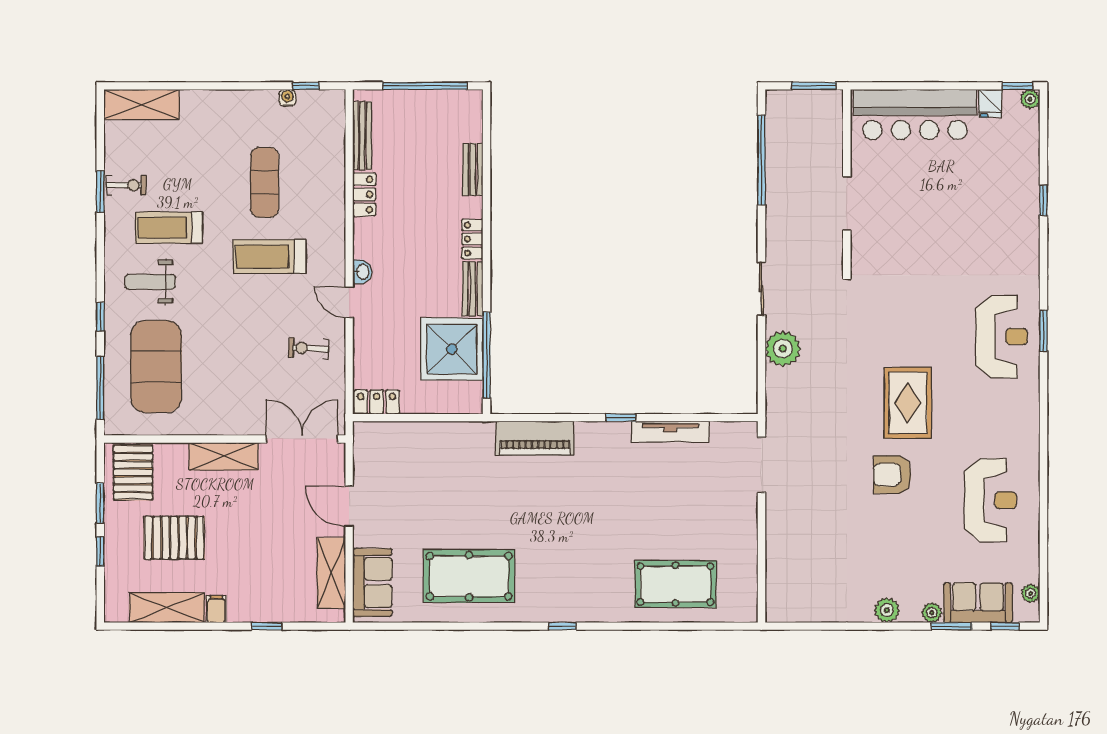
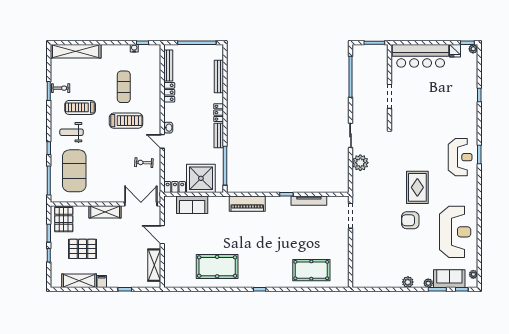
shelving: (141, 104) -> (76, 51), width x1.47
bench: (473, 169) -> (219, 77), width x1.36
treadmill: (270, 257) -> (126, 121), turned 180
shower: (452, 349) -> (201, 178), moved
reception desk: (991, 500) -> (455, 232), width x1.36, depth x1.30
sofa: (372, 583) -> (192, 205), moved, turned 90

